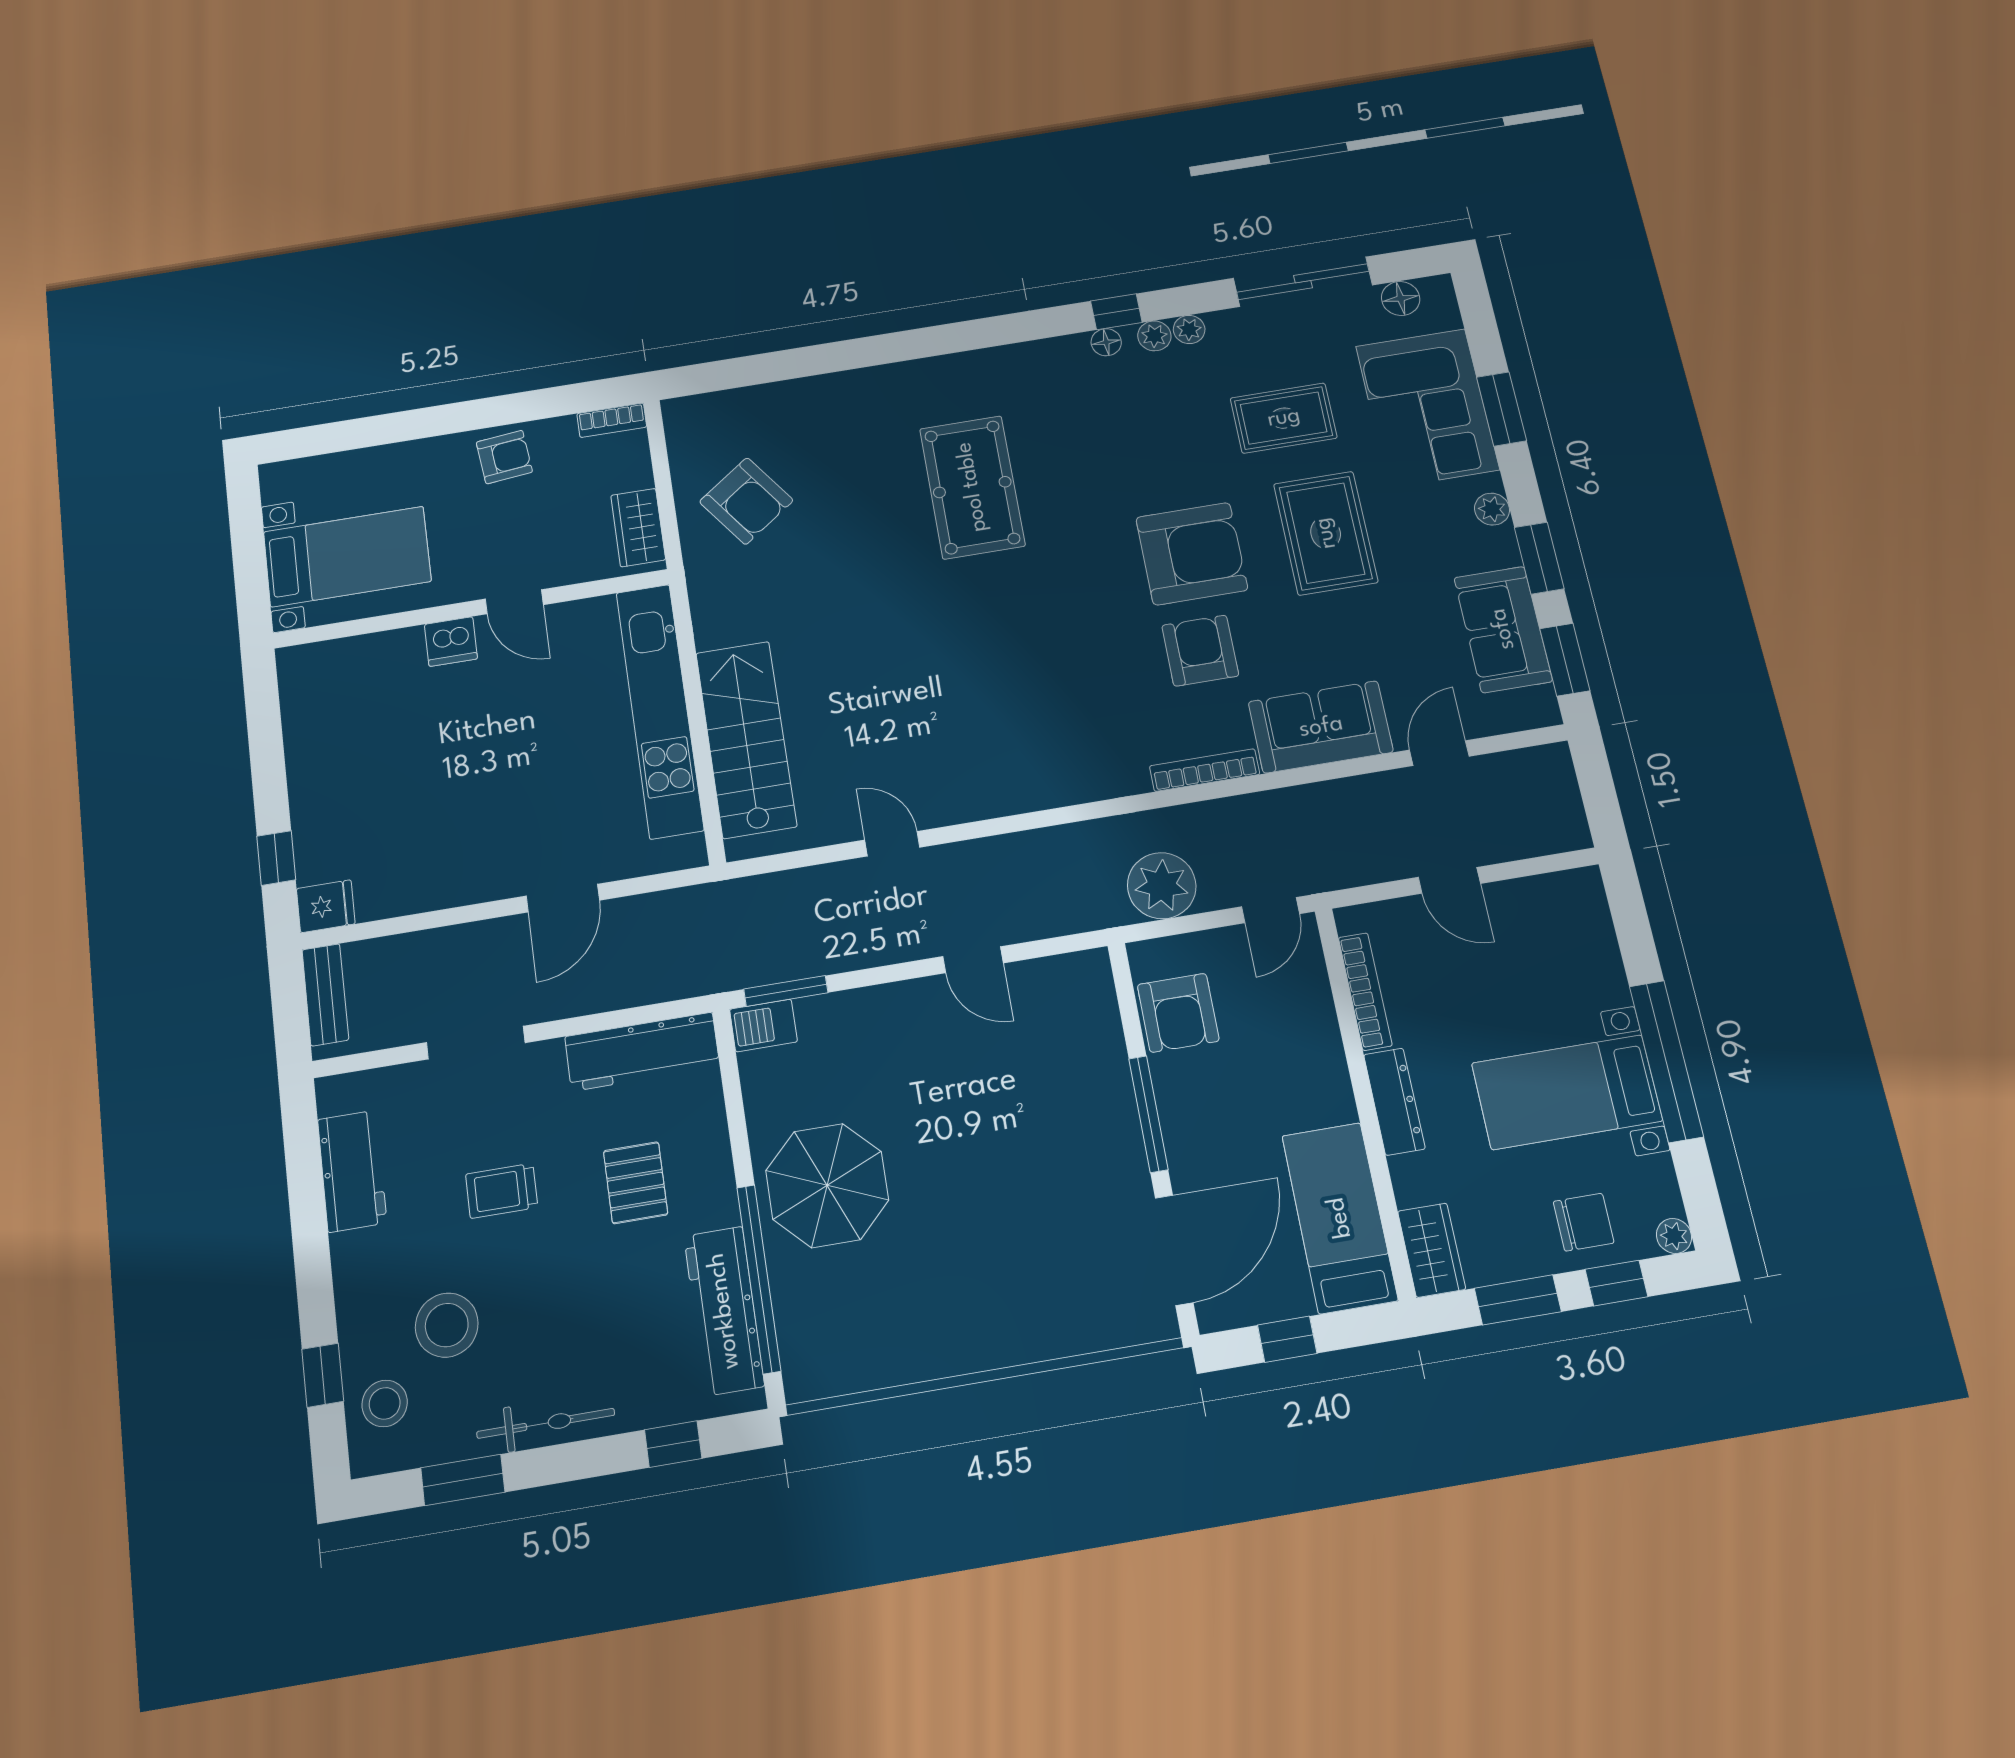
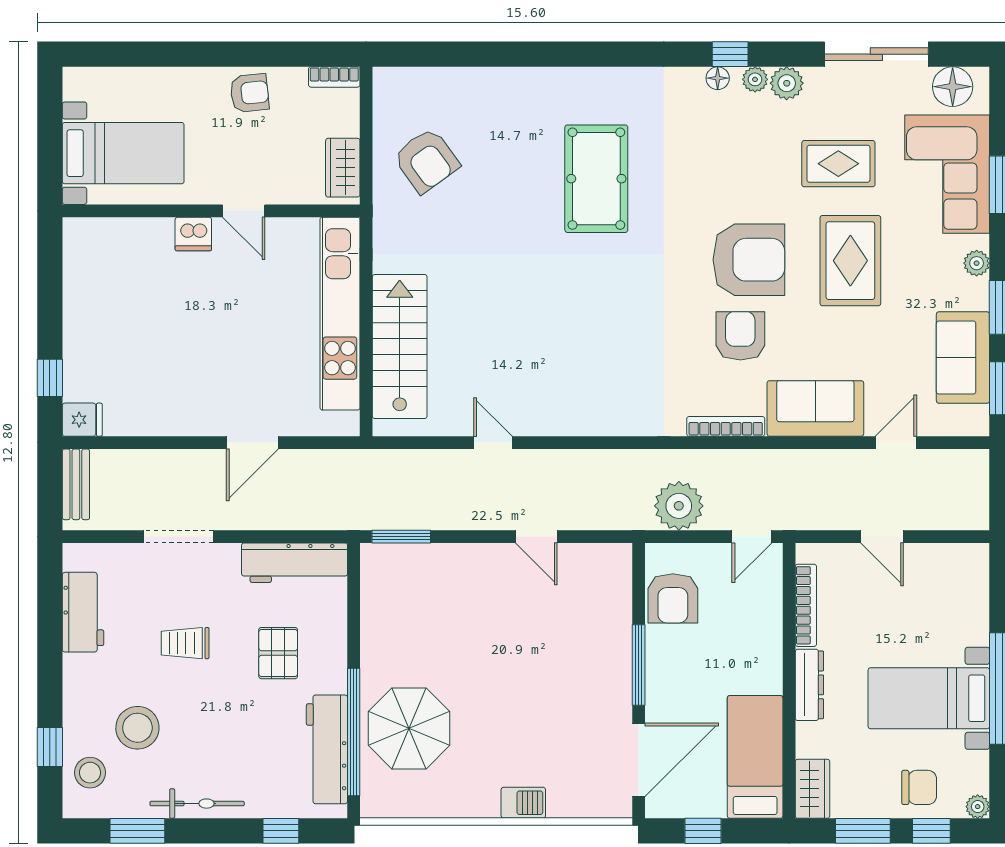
floor lamp: (1401, 298) -> (953, 87), width x1.38, depth x1.38
plant: (1189, 329) -> (787, 83), width x1.38, depth x1.38
barbecue: (763, 1026) -> (523, 803), moved, turned 180
parasol: (827, 1185) -> (409, 728), moved

